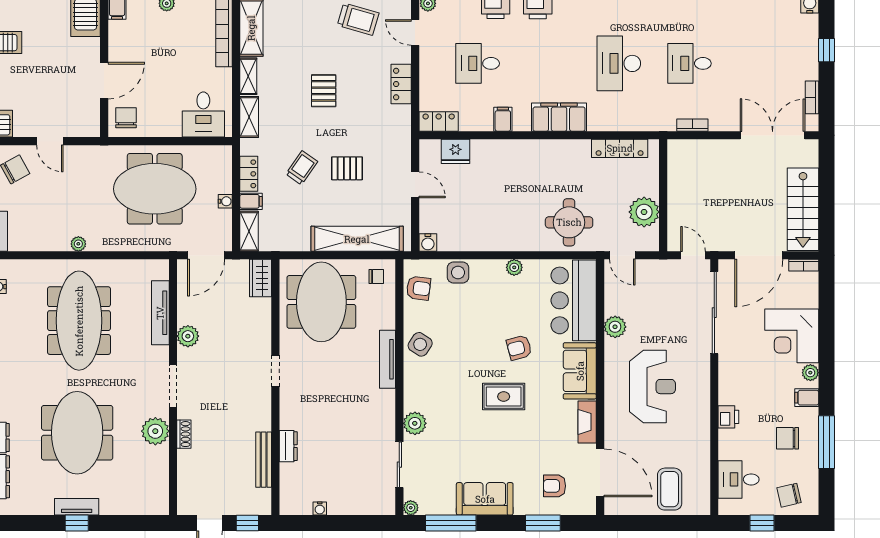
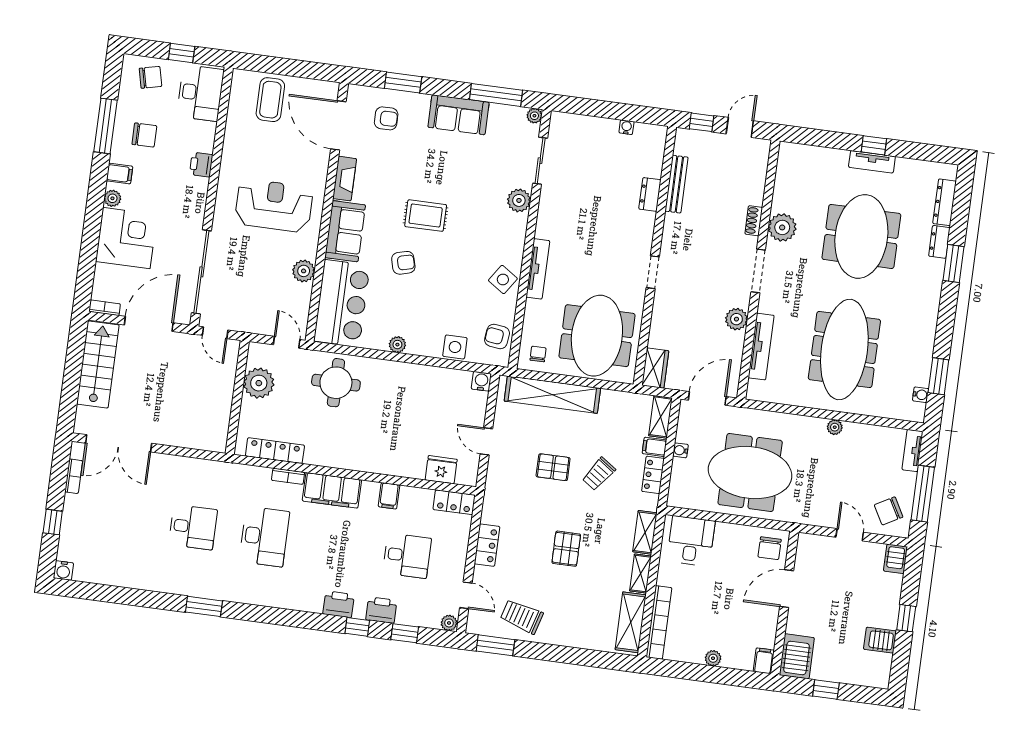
bookcase: (692, 125) -> (288, 476), moved
chair: (376, 276) -> (538, 354), turned 90
reception desk: (652, 387) -> (274, 206), turned 90
desk: (739, 479) -> (200, 93), width x1.37

